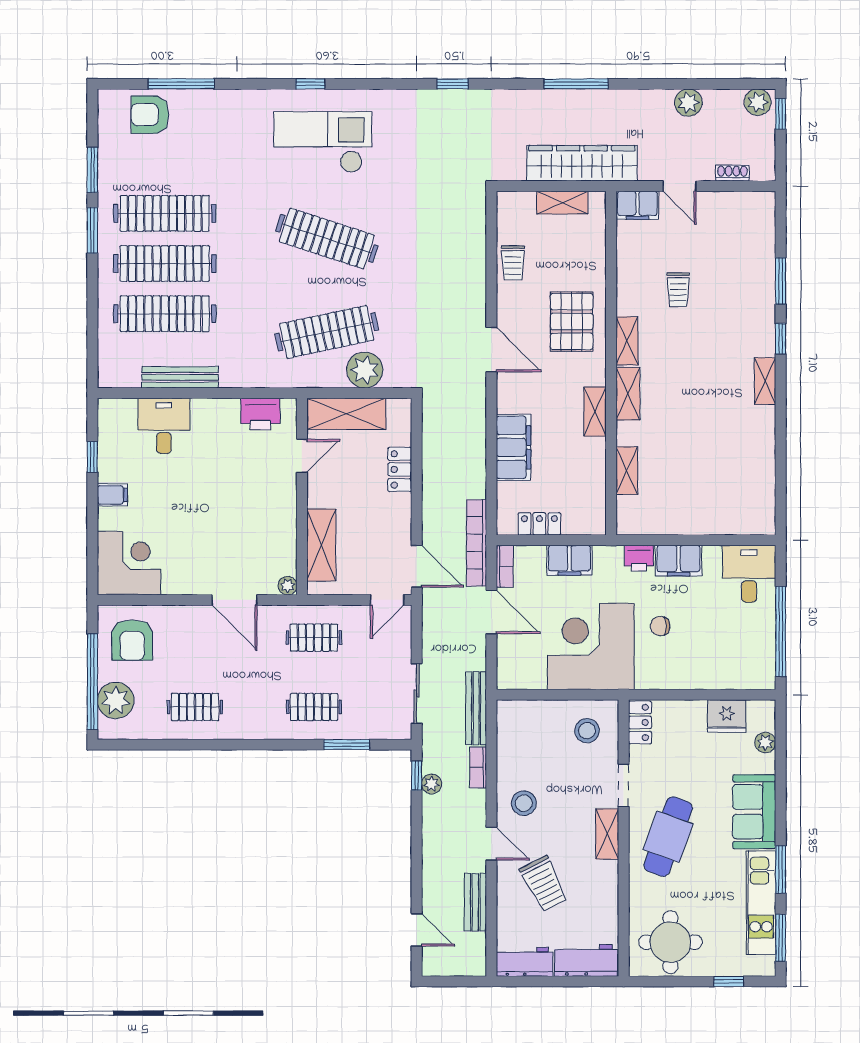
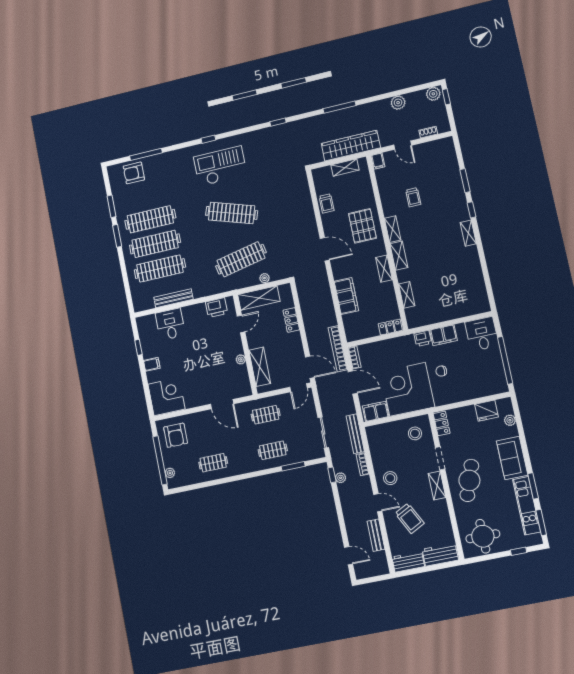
filing cabinet: (637, 205) -> (378, 161), width x0.50
plant: (365, 370) -> (265, 278), width x0.53, depth x0.53
locker: (539, 524) -> (390, 327), moved
filing cabinet: (569, 560) -> (376, 411), moved, turned 180
plant: (288, 586) -> (241, 359), moved
plant: (116, 701) -> (170, 473), width x0.53, depth x0.53

